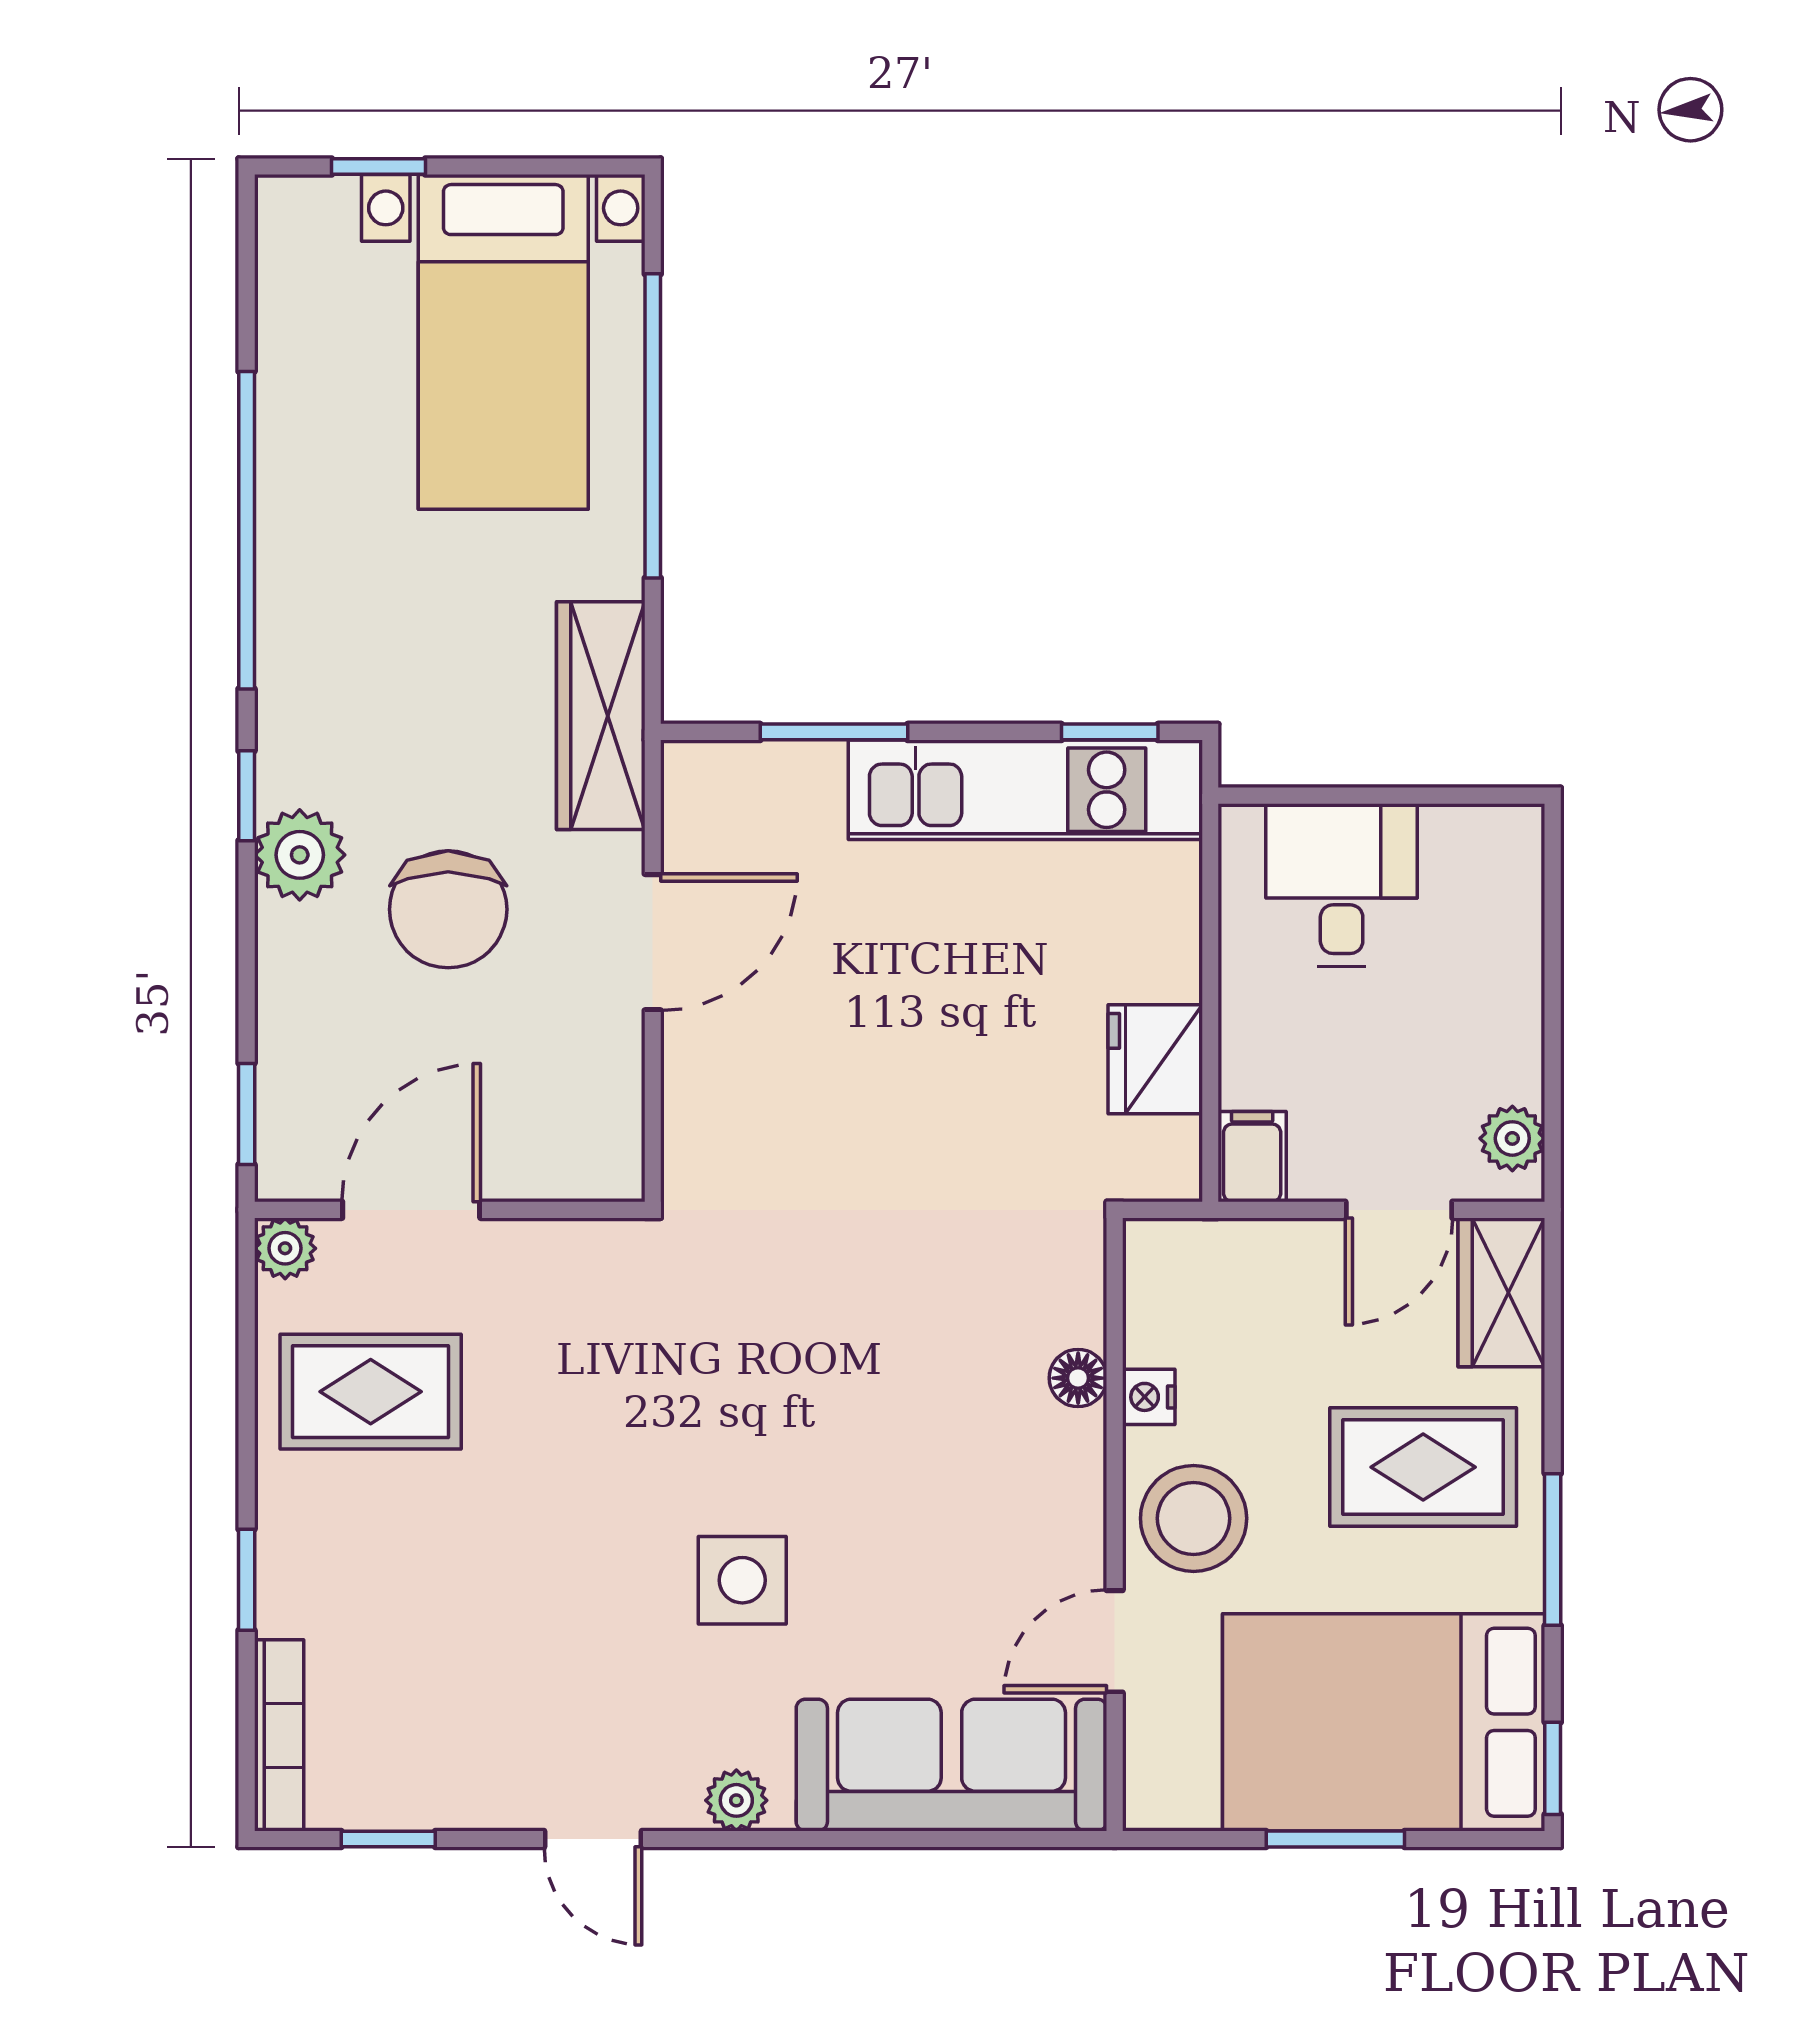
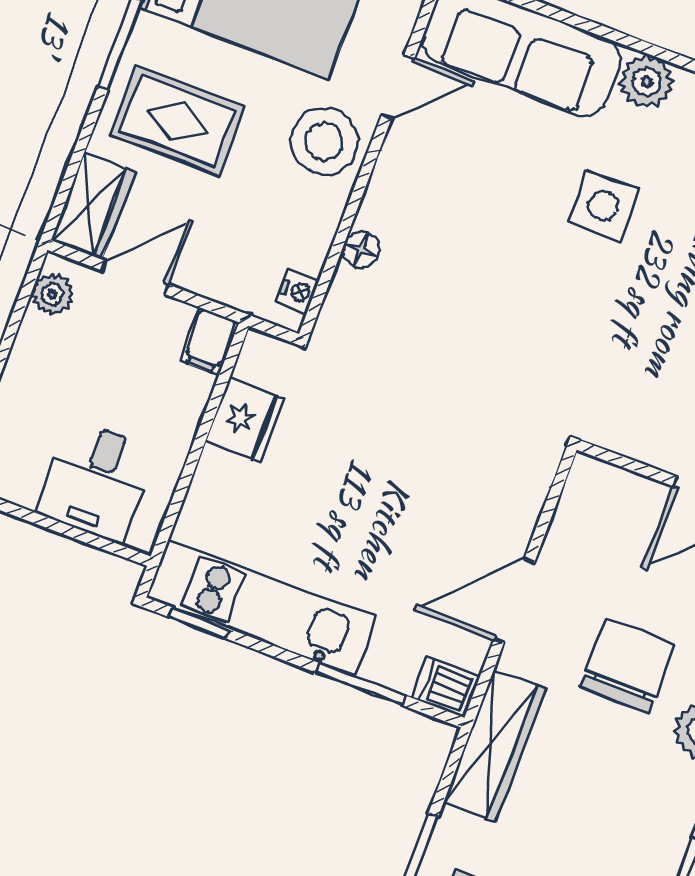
dishwasher: (706, 775) -> (446, 687), added
nightstand: (1149, 1397) -> (298, 291), moved
plant: (736, 1800) -> (647, 81), width x1.38, depth x1.38

